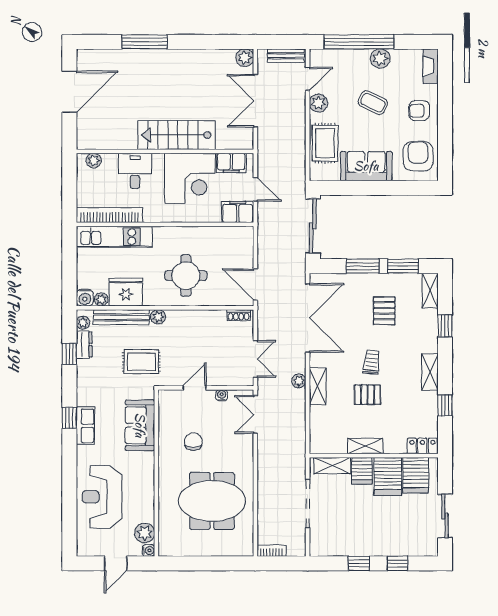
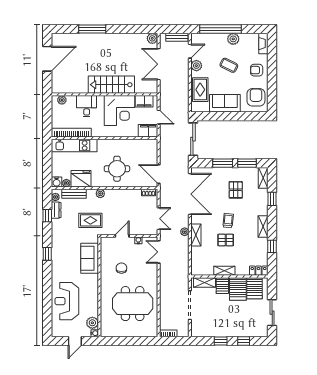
bench: (121, 317) -> (74, 194), width x0.73
row of seats: (85, 426) -> (57, 259), removed

